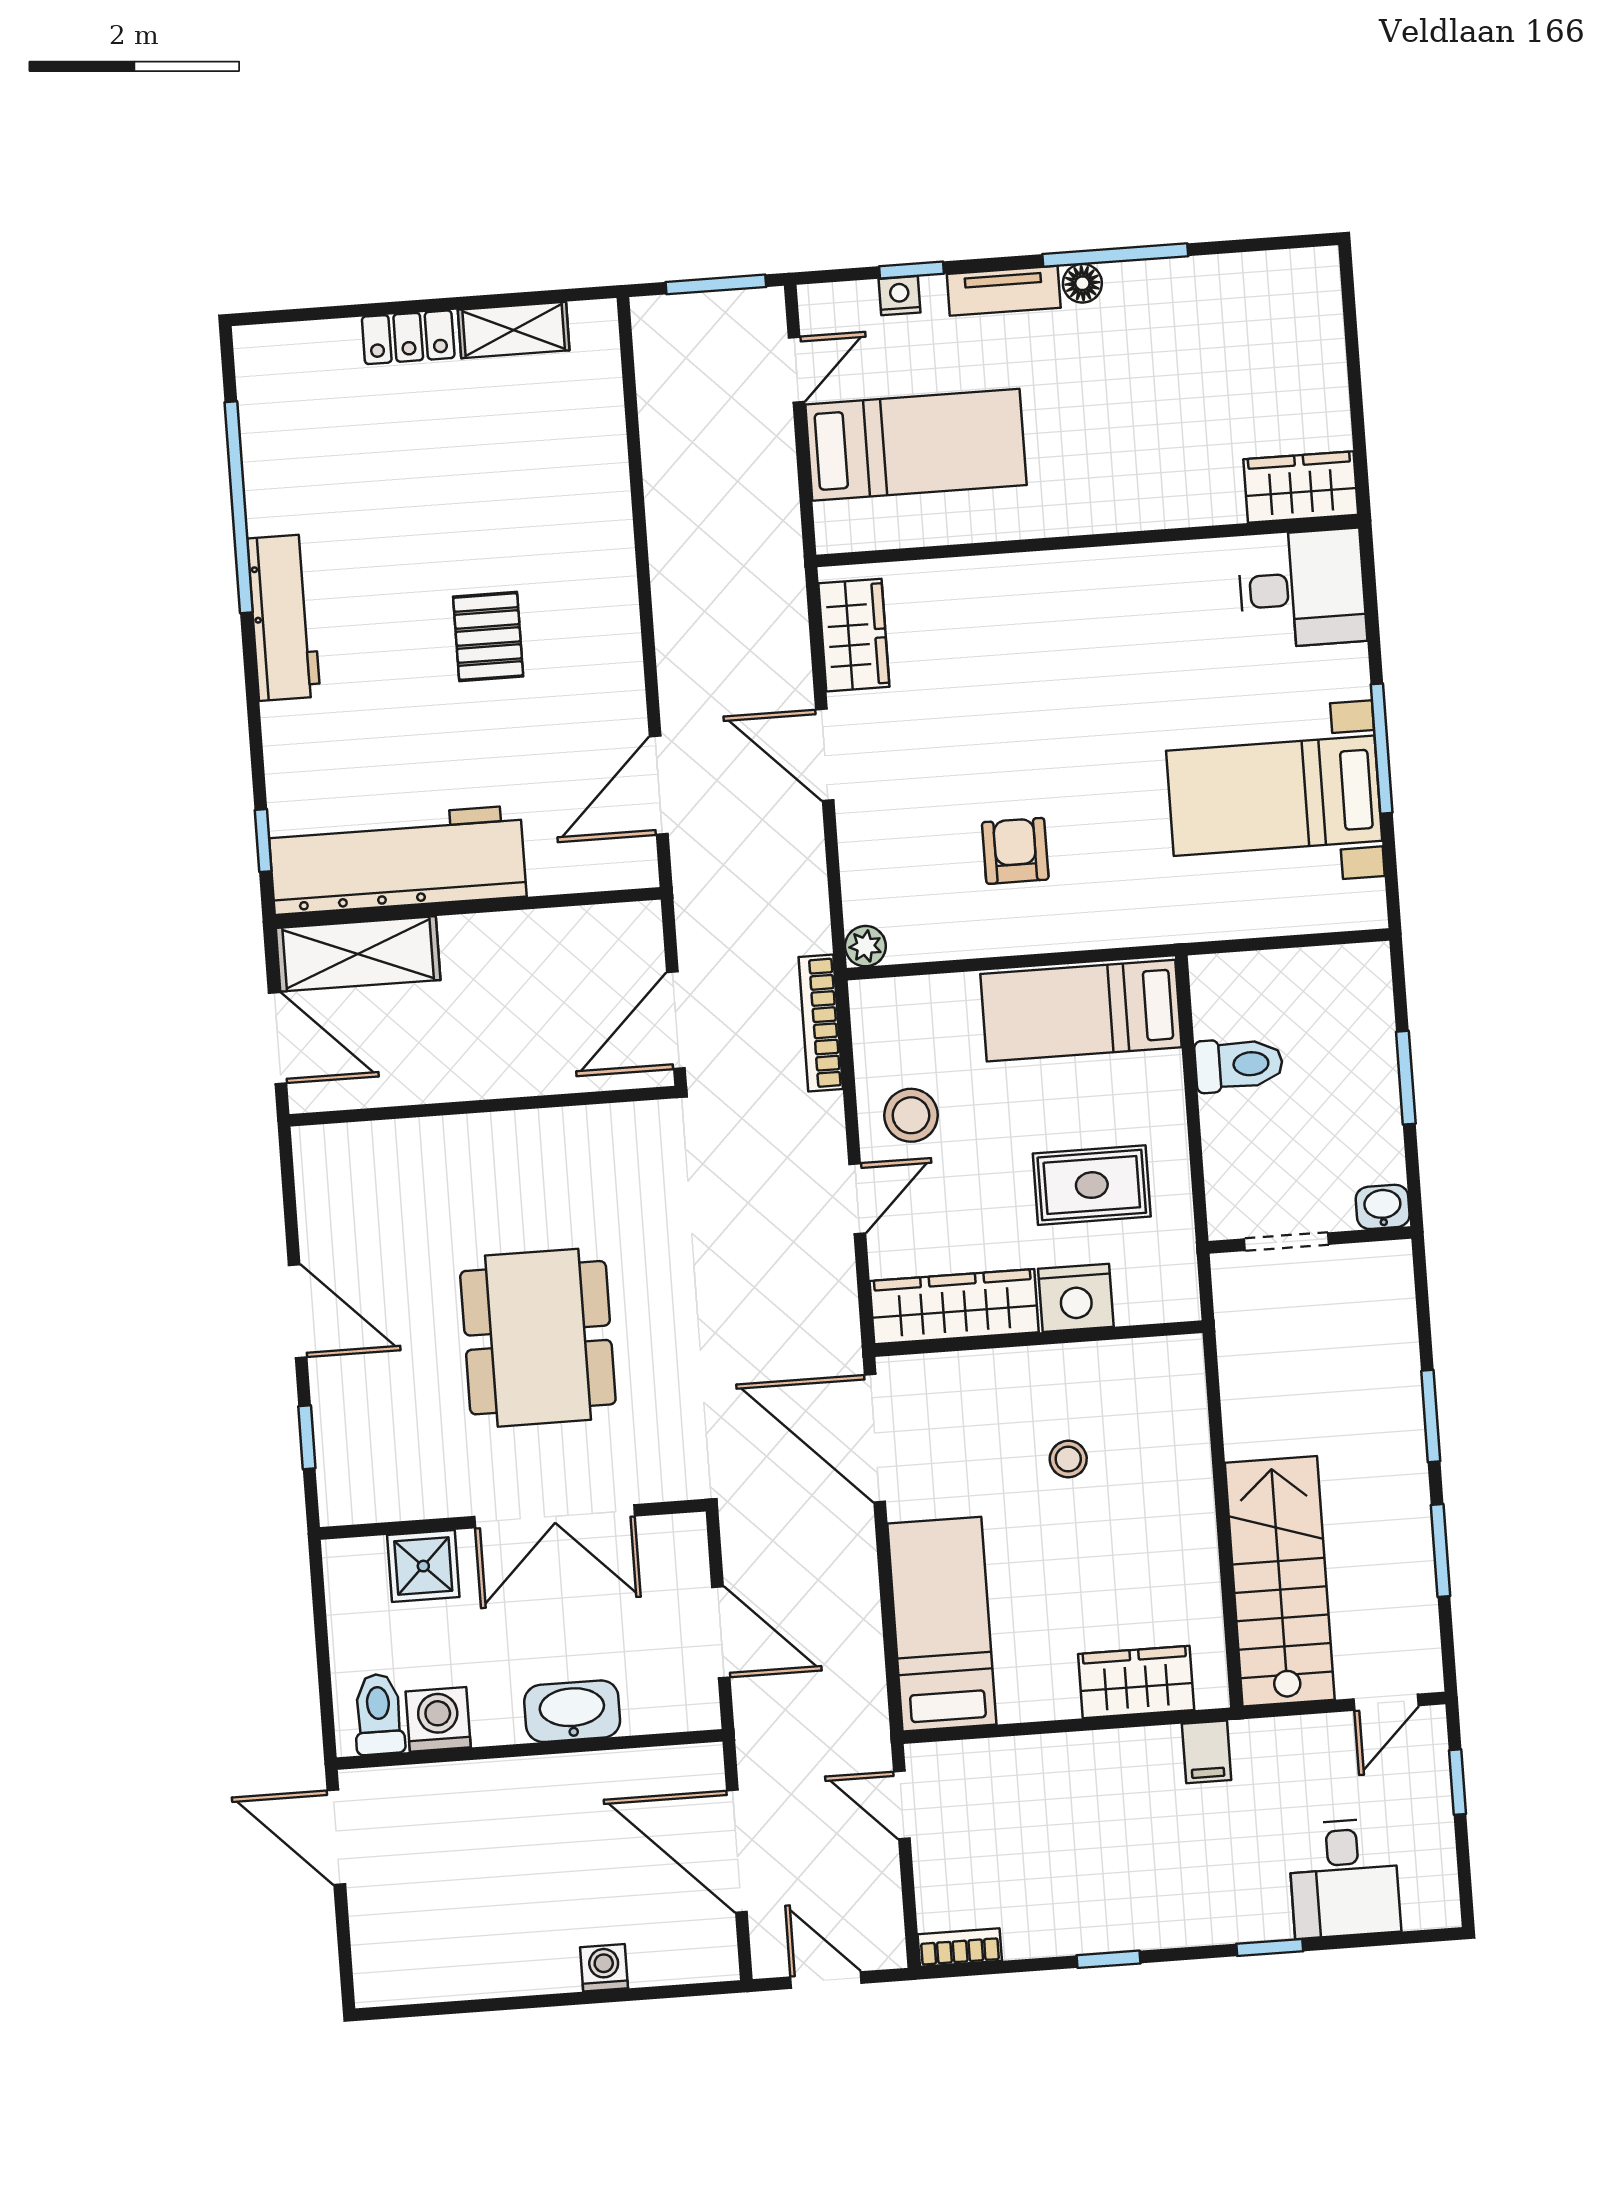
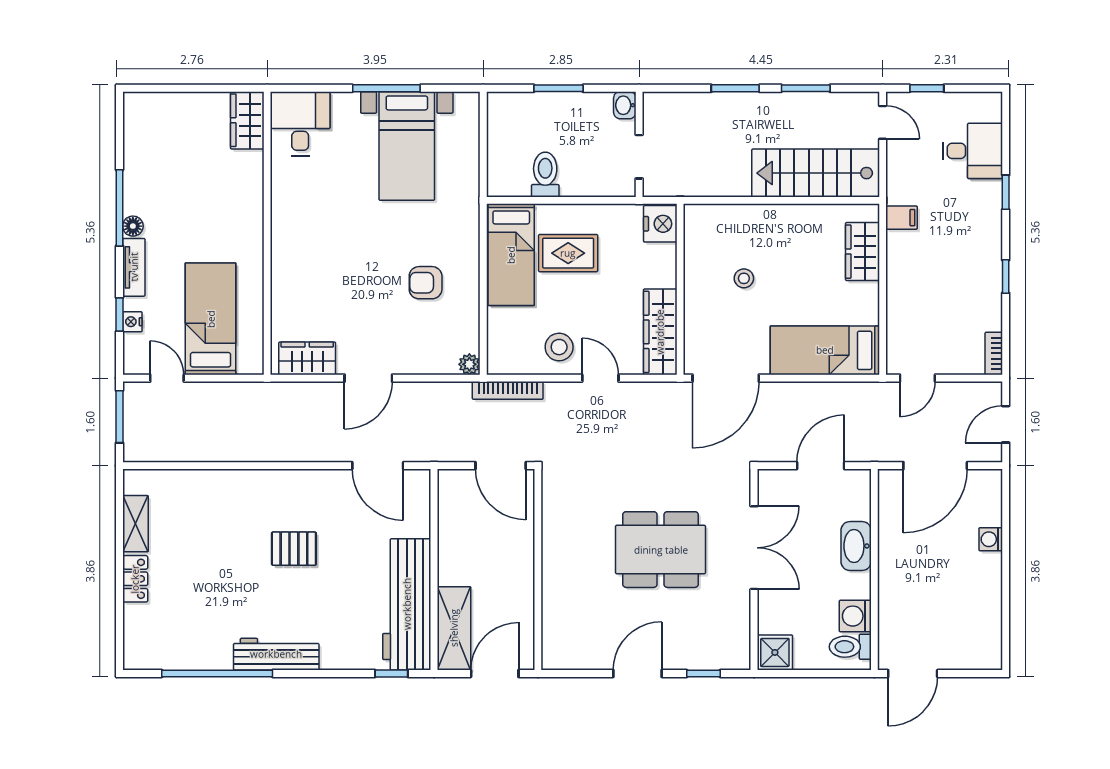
rug: (1092, 1185) -> (568, 253), moved, turned 90
nightstand: (1076, 1298) -> (660, 224), moved
shower: (423, 1566) -> (775, 652), moved

